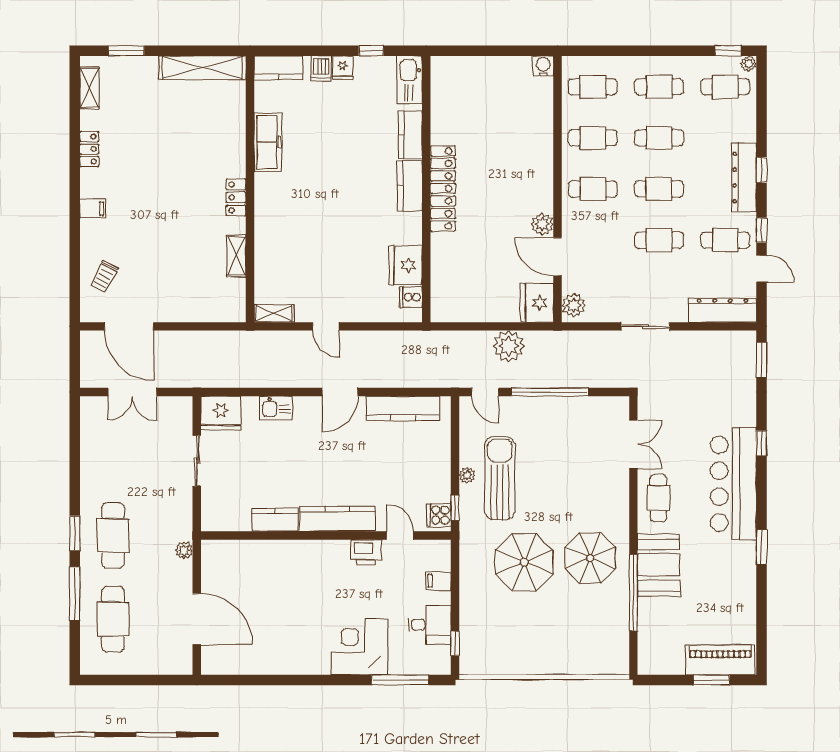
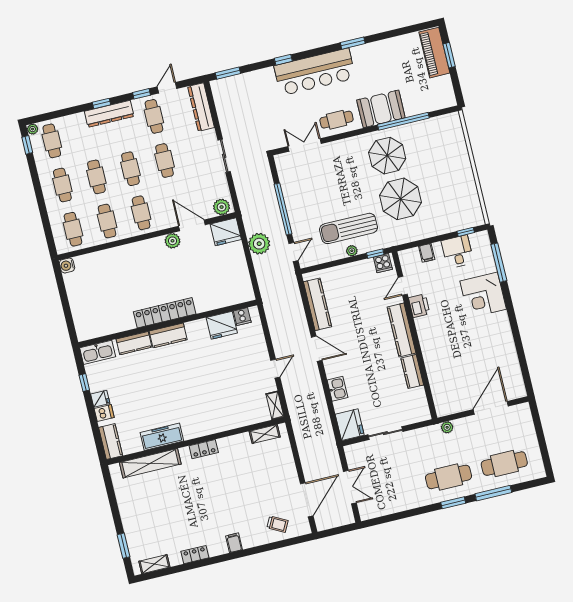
shelving: (202, 68) -> (150, 463), moved, turned 90
shelving: (236, 256) -> (265, 434), moved
door: (558, 257) -> (192, 225), swing flipped

